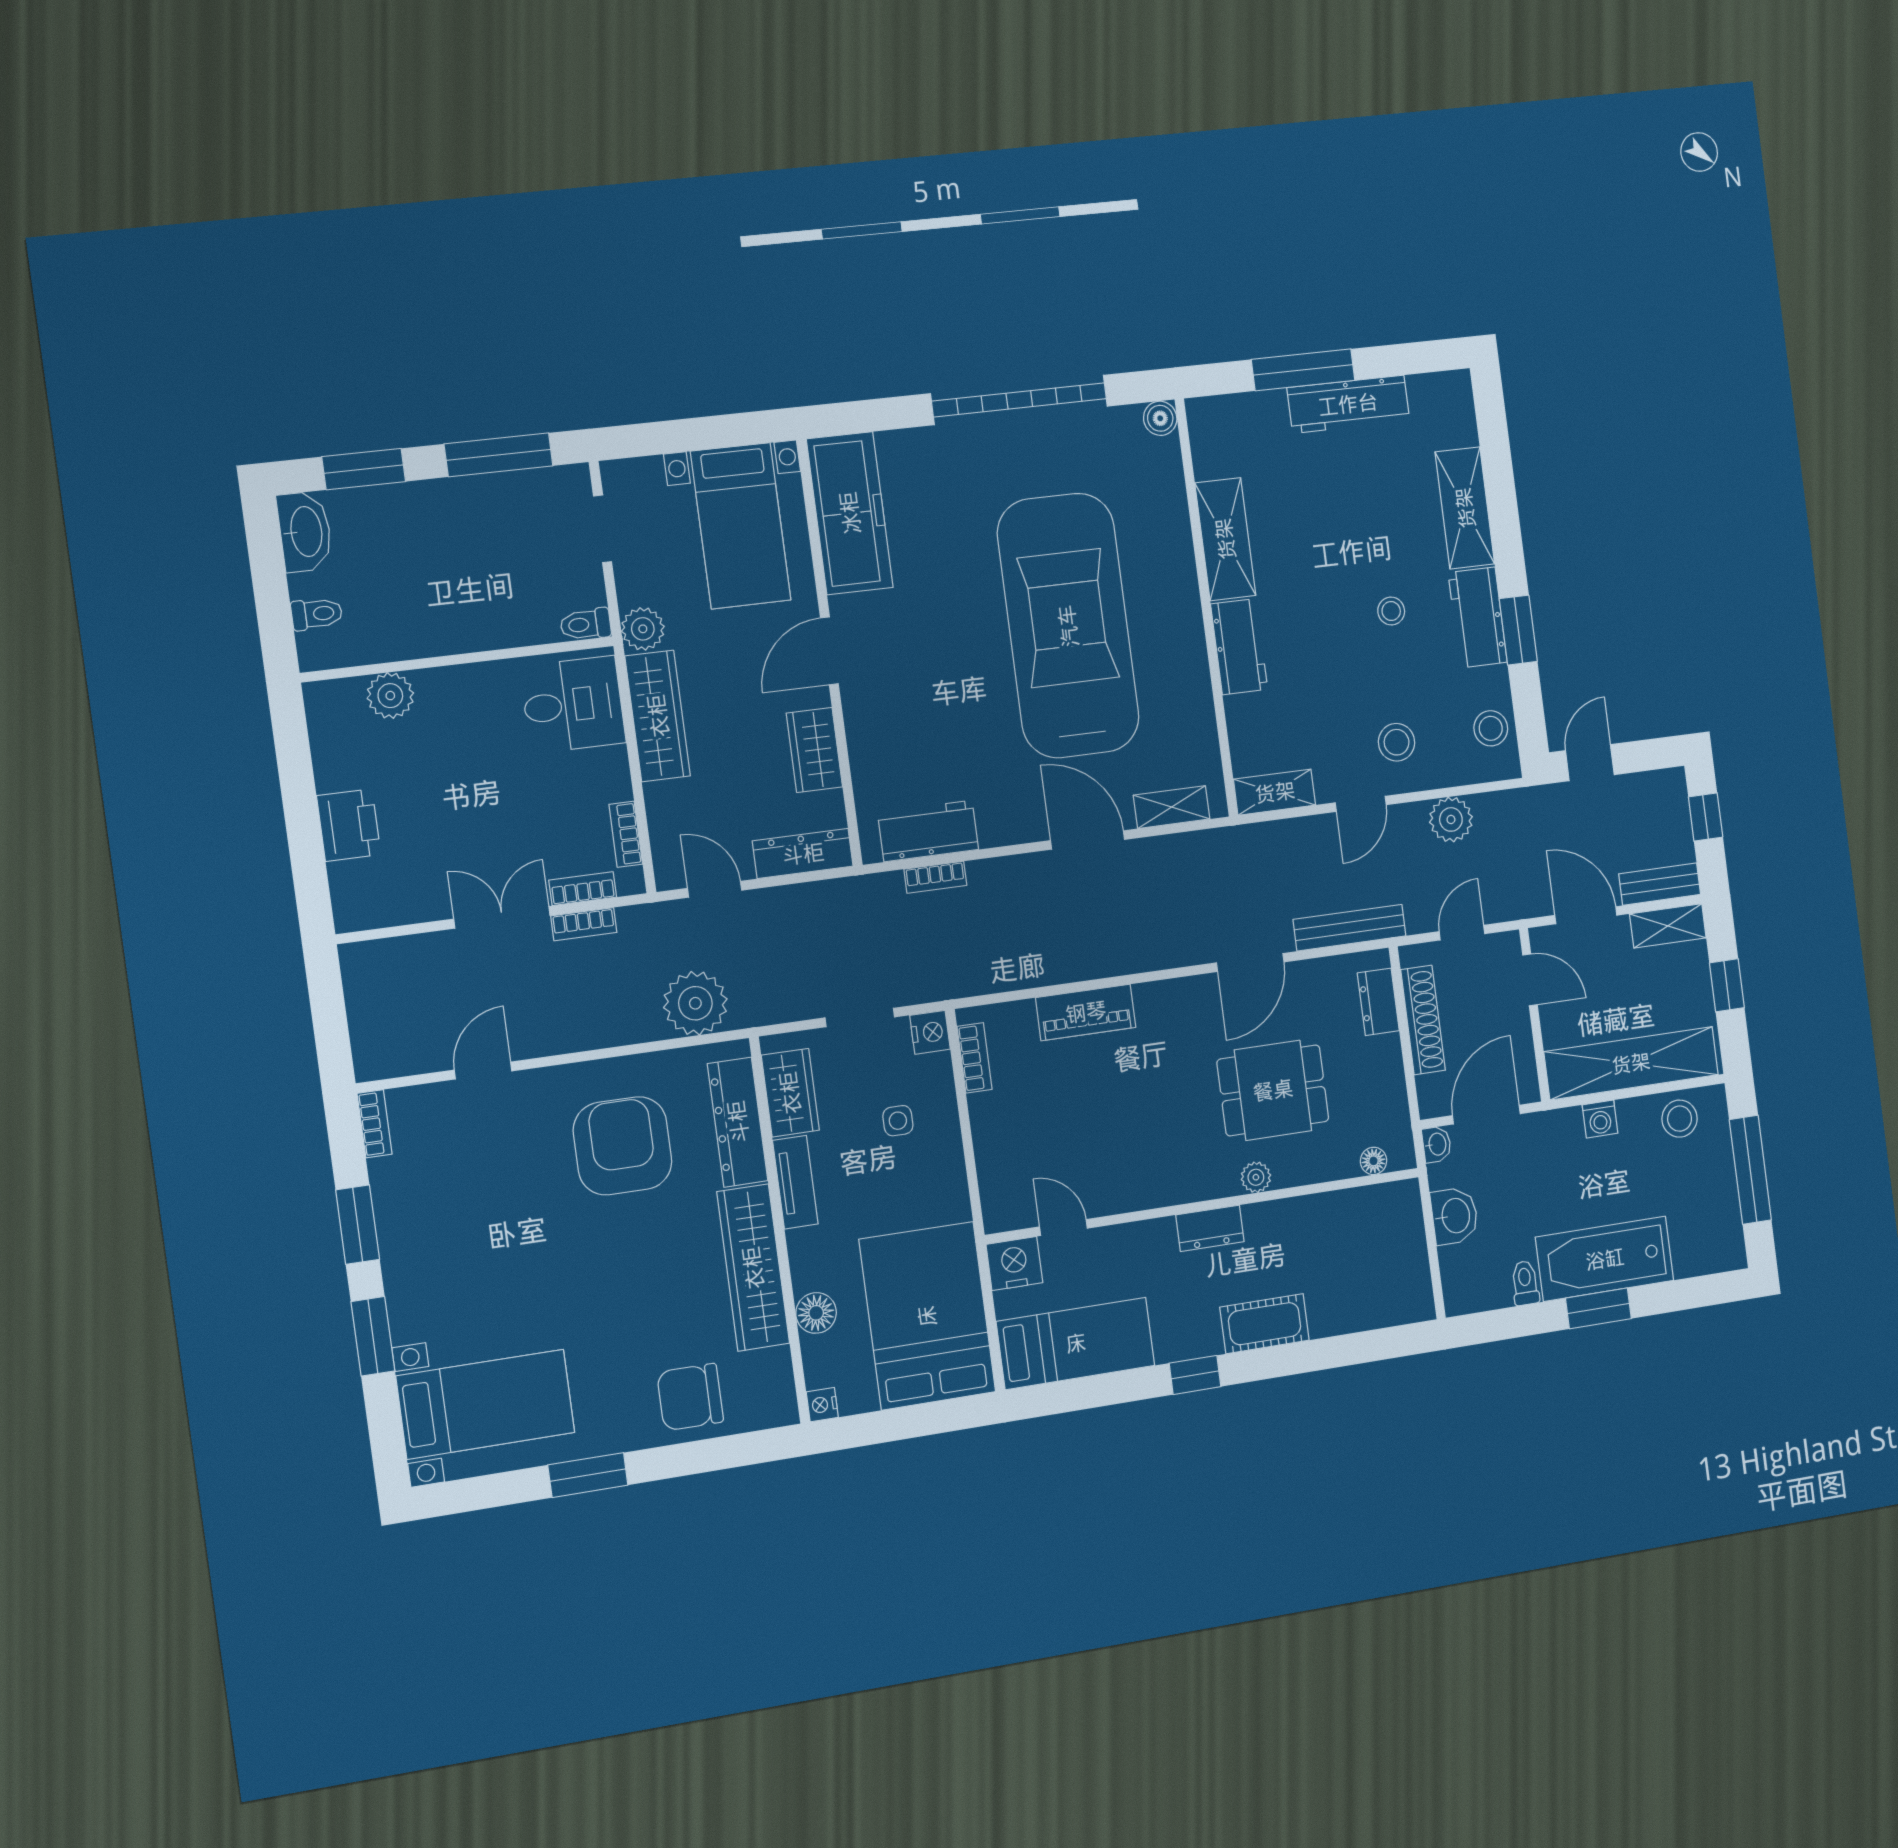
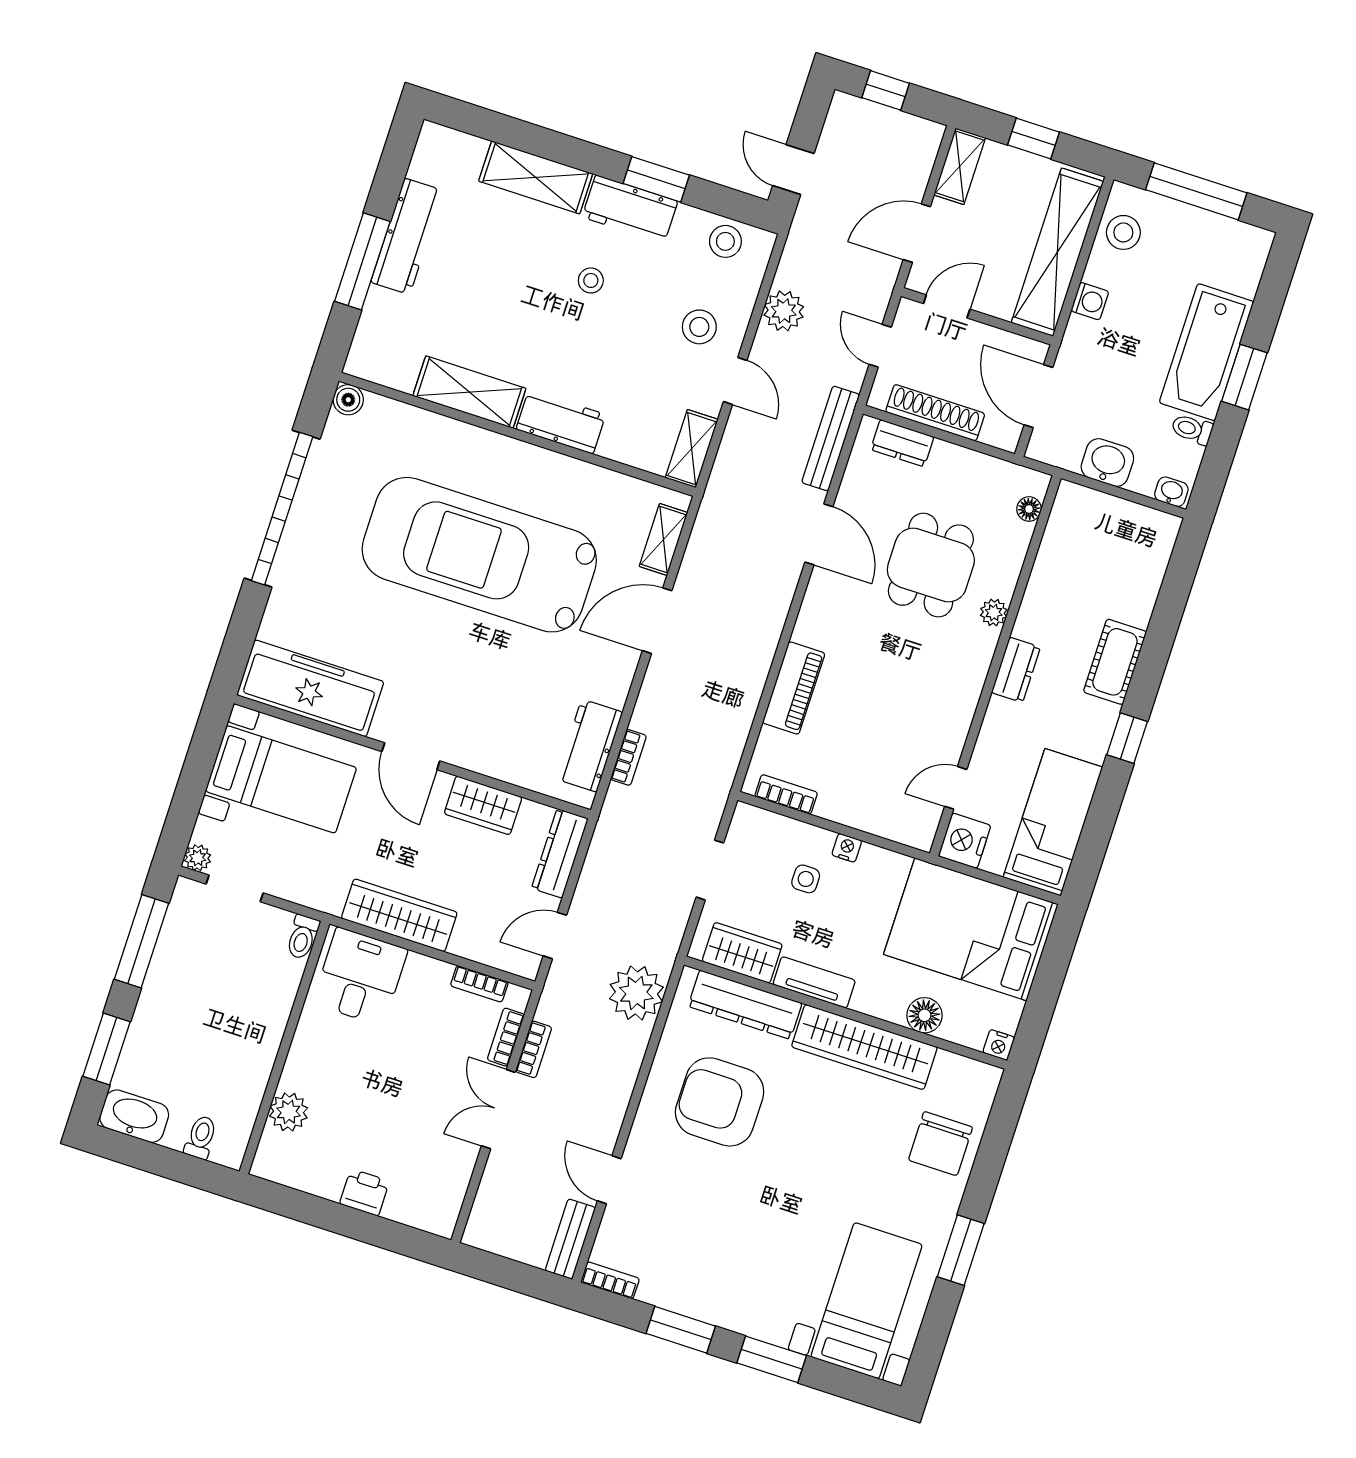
plant: (643, 629) -> (198, 858), moved, width x0.73, depth x0.73
printer: (349, 825) -> (364, 1192), width x0.73, depth x0.81
bench: (1660, 884) -> (570, 1239), moved
nightstand: (930, 1032) -> (847, 848), moved, width x0.72, depth x0.74
washbasin: (1437, 1144) -> (1171, 492), moved

